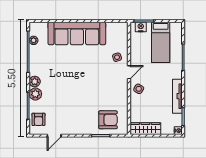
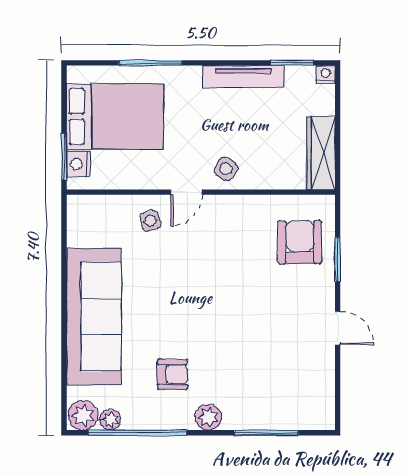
bed: (161, 42) -> (115, 117), width x1.50
door: (129, 72) -> (186, 192), swing flipped
plant: (35, 94) -> (83, 416), moved
armchair: (38, 119) -> (172, 375), moved
door: (54, 136) -> (338, 328), moved

